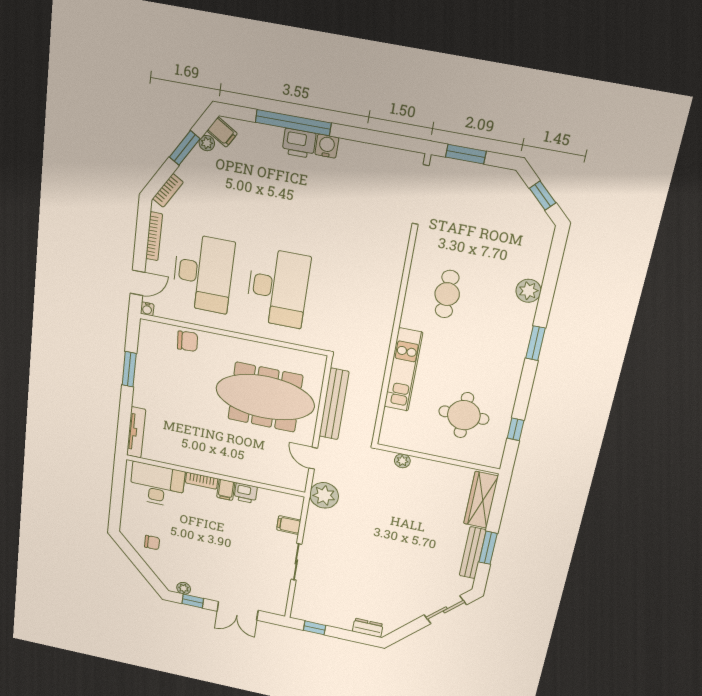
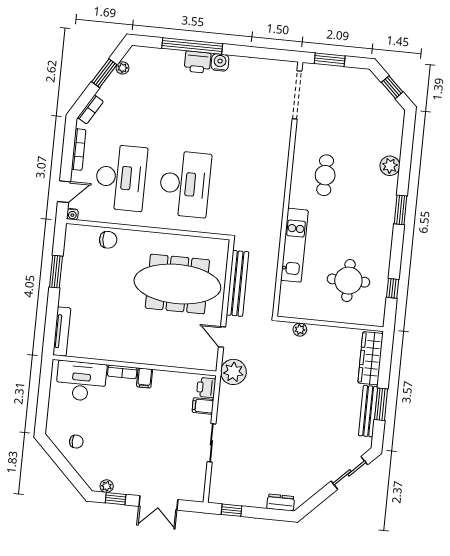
filing cabinet: (222, 132) -> (135, 58), removed
printer: (246, 493) -> (206, 388), moved, turned 90

